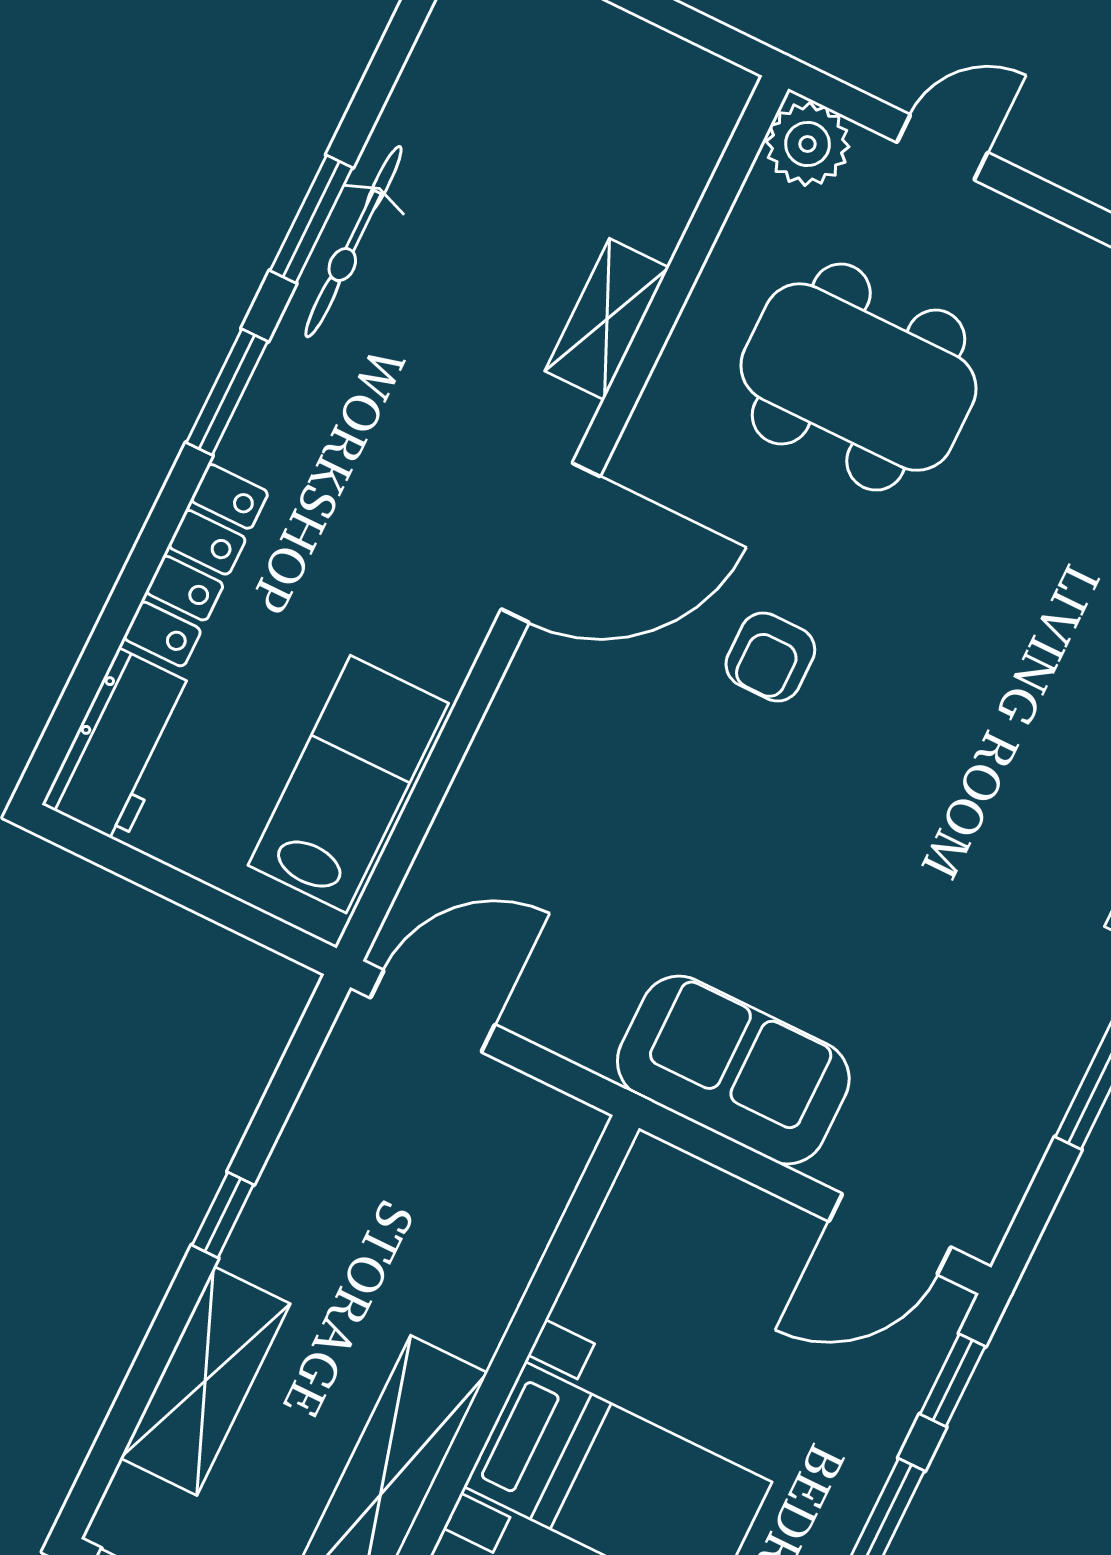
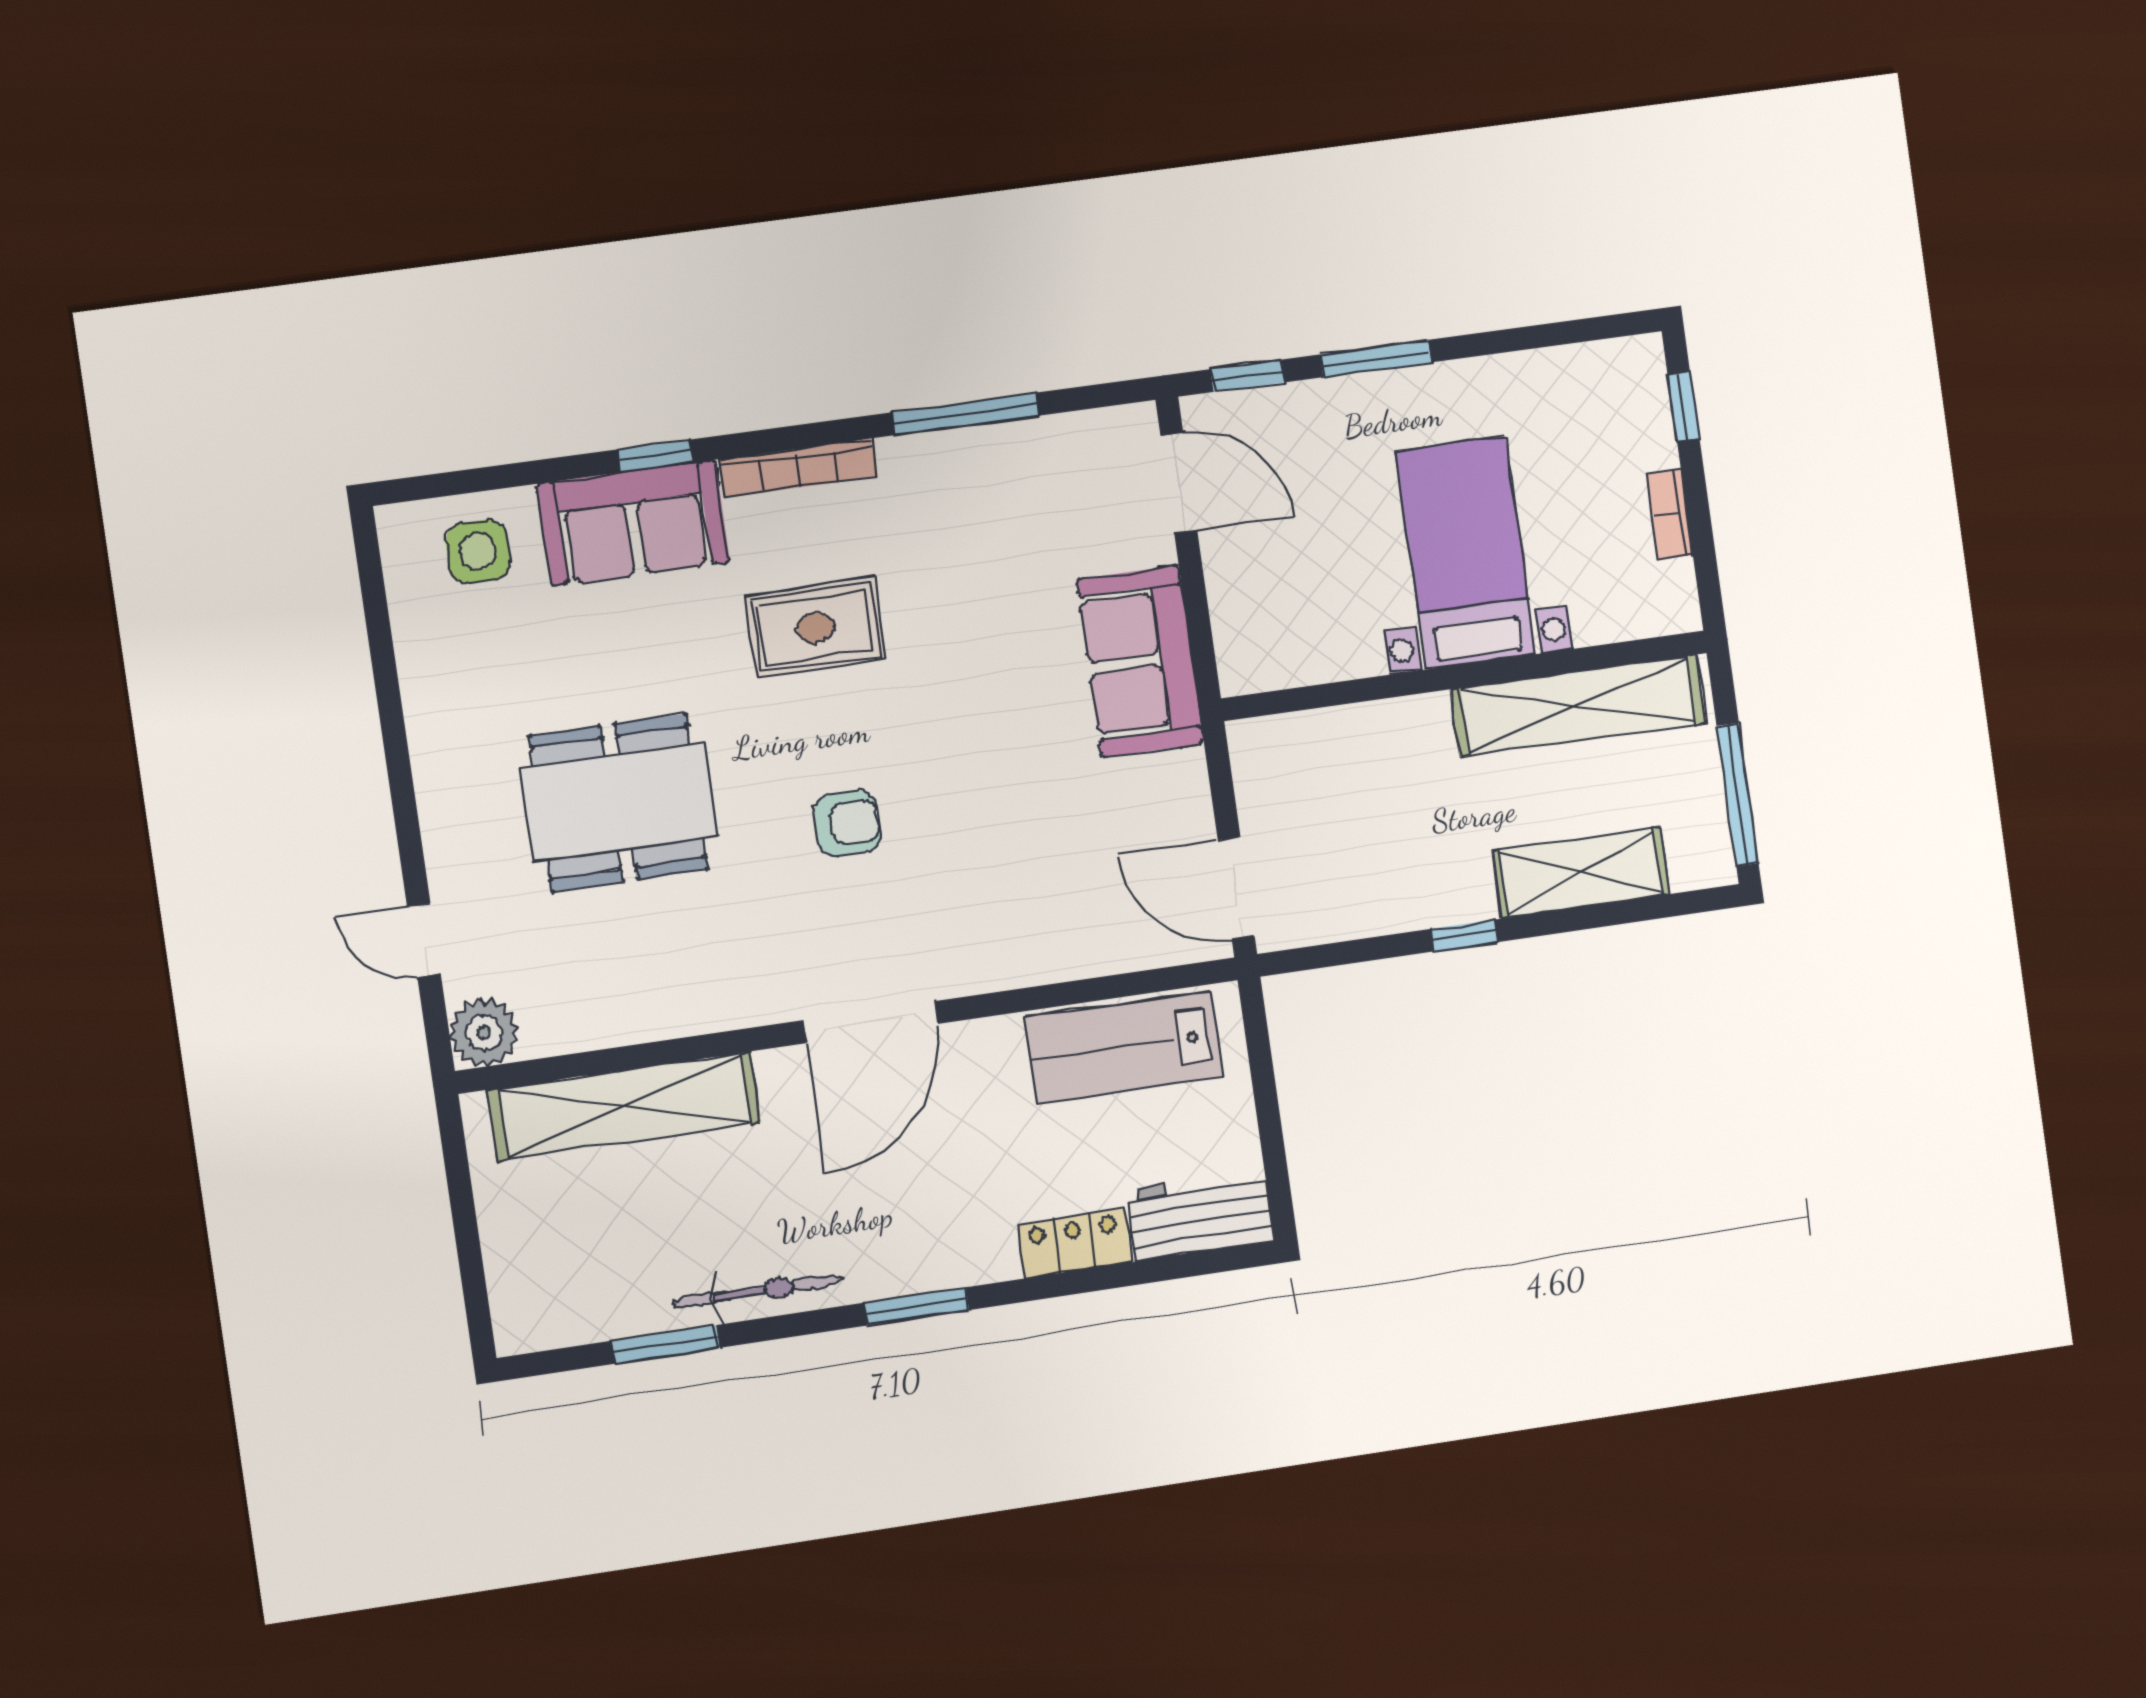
window: (311, 219) -> (666, 1344), moved
shelving: (607, 319) -> (624, 1106), width x2.20, depth x1.33
dining table: (858, 377) -> (619, 803), moved, turned 90
door: (551, 543) -> (871, 1022), swing flipped
locker: (196, 565) -> (1074, 1244), width x0.66
rug: (992, 760) -> (816, 628), added

